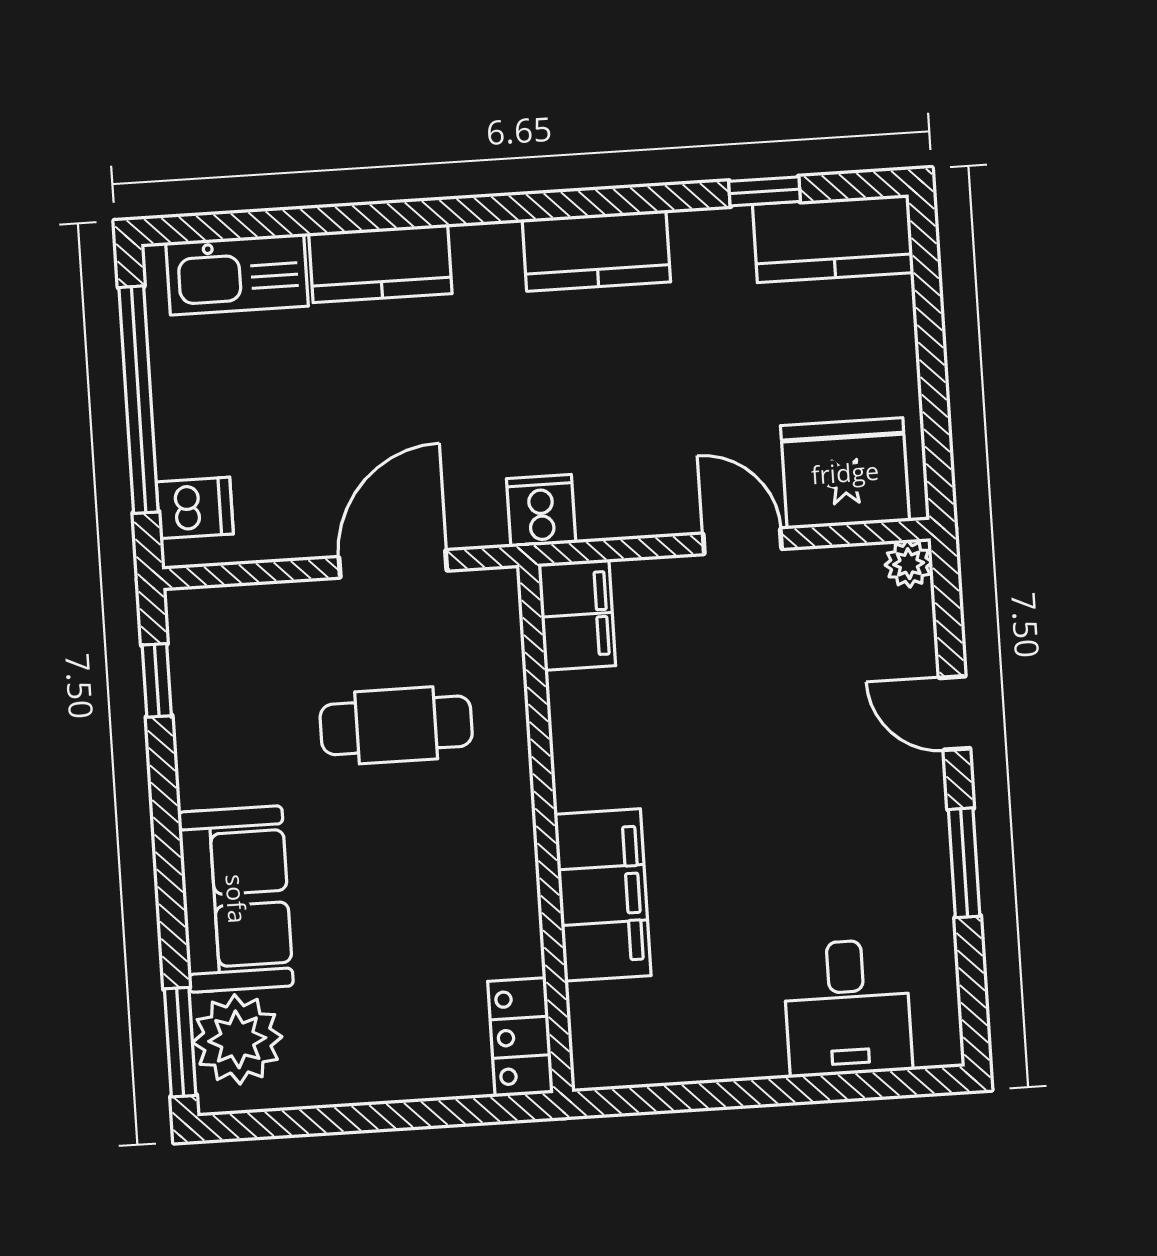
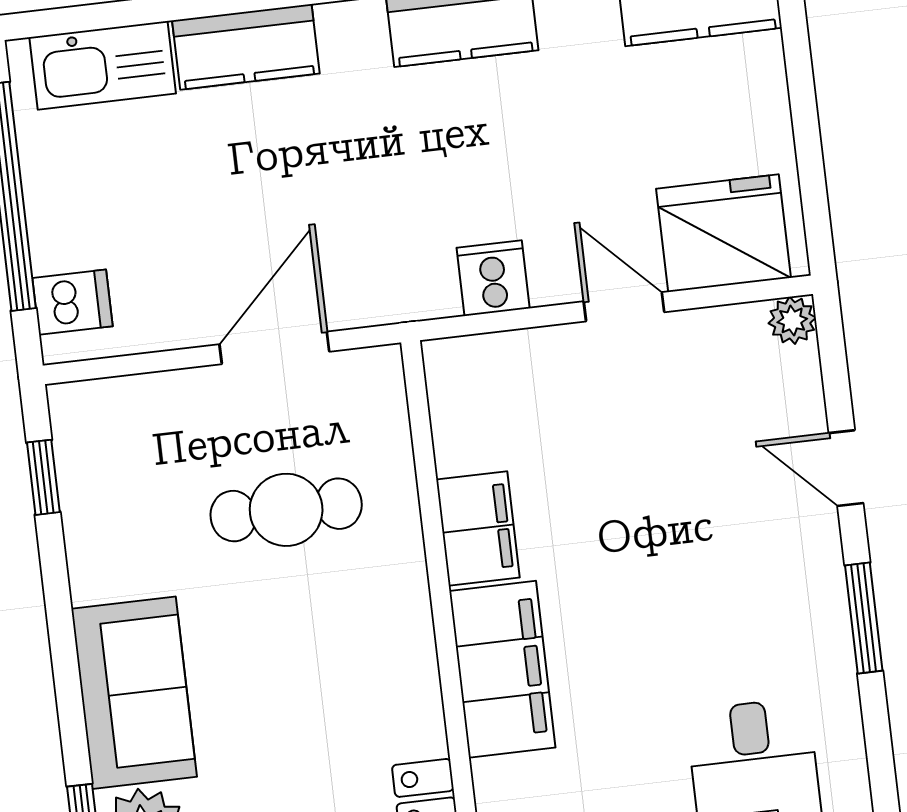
cooker: (541, 511) -> (493, 278), moved
filing cabinet: (577, 615) -> (478, 529), moved

